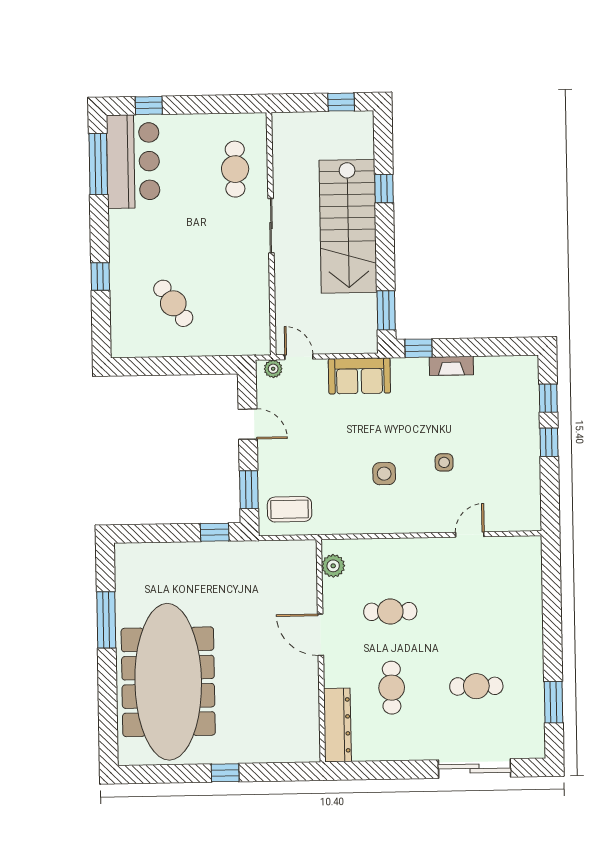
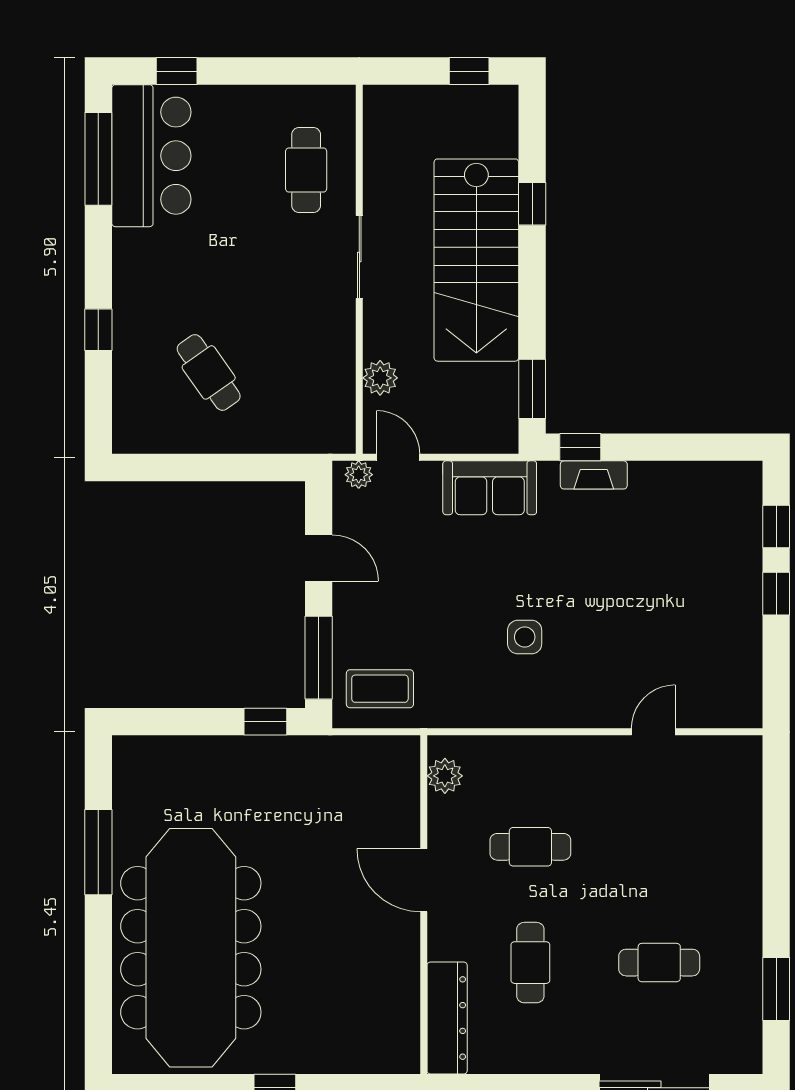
plant: (286, 305) -> (380, 378), added
fireplace: (451, 366) -> (594, 475), moved
side table: (444, 462) -> (616, 622), removed
window: (249, 490) -> (319, 658), width x1.44

